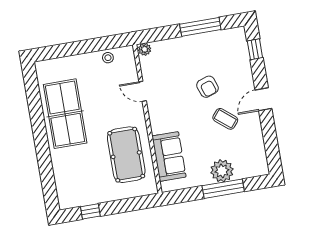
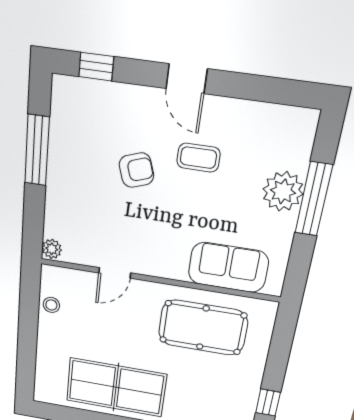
coffee table: (225, 119) -> (198, 158), turned 51

